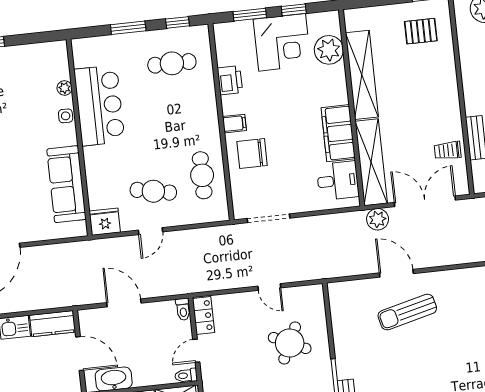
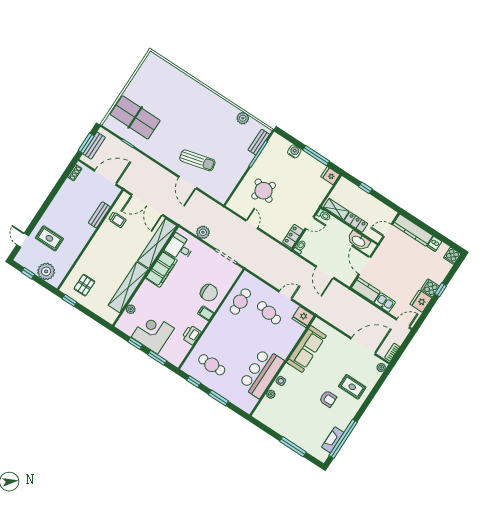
pallet: (421, 31) -> (84, 285), turned 90
plant: (329, 50) -> (131, 309), width x0.53, depth x0.53
plant: (378, 219) -> (203, 232), moved

